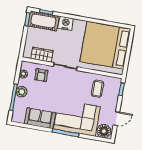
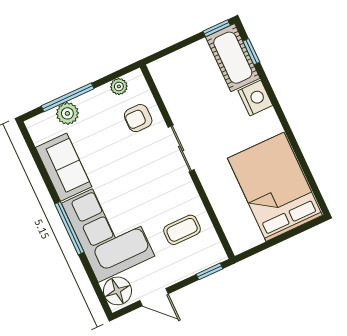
bed: (105, 45) -> (275, 187), width x0.73
wardrobe: (42, 55) -> (174, 95), removed
plant: (22, 92) -> (67, 113), moved

